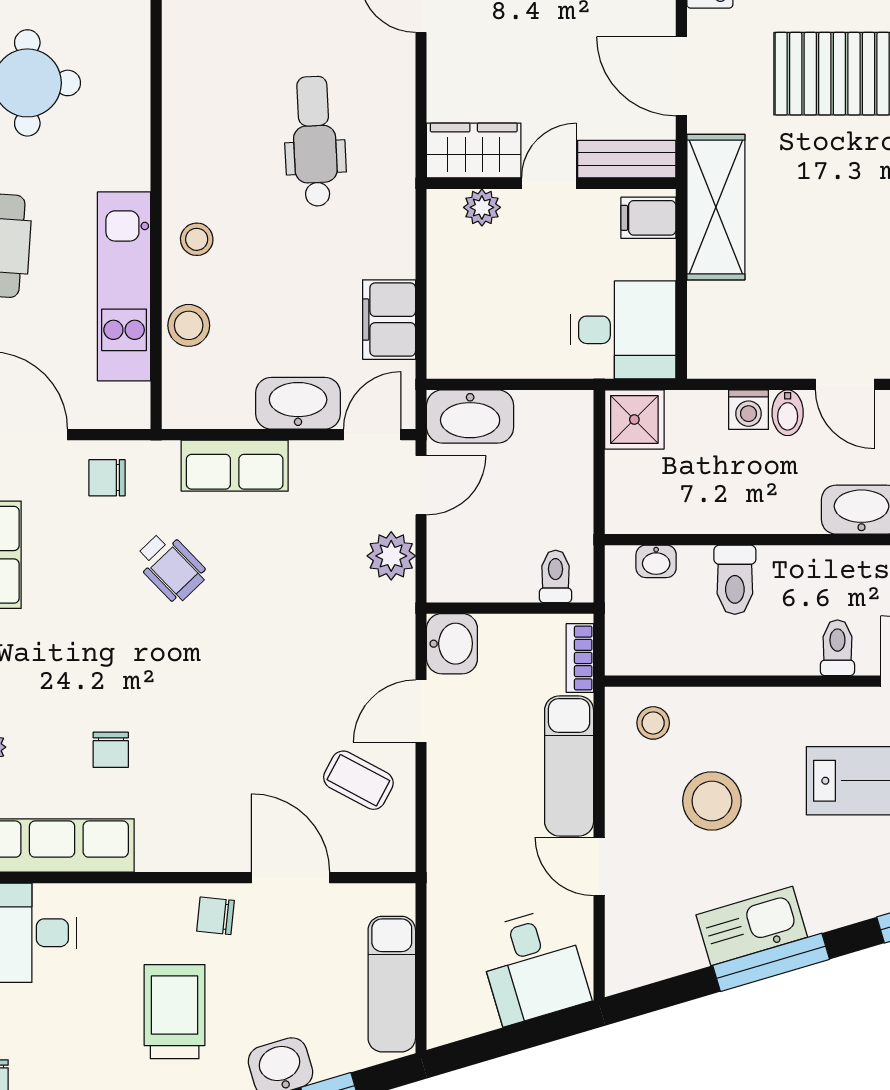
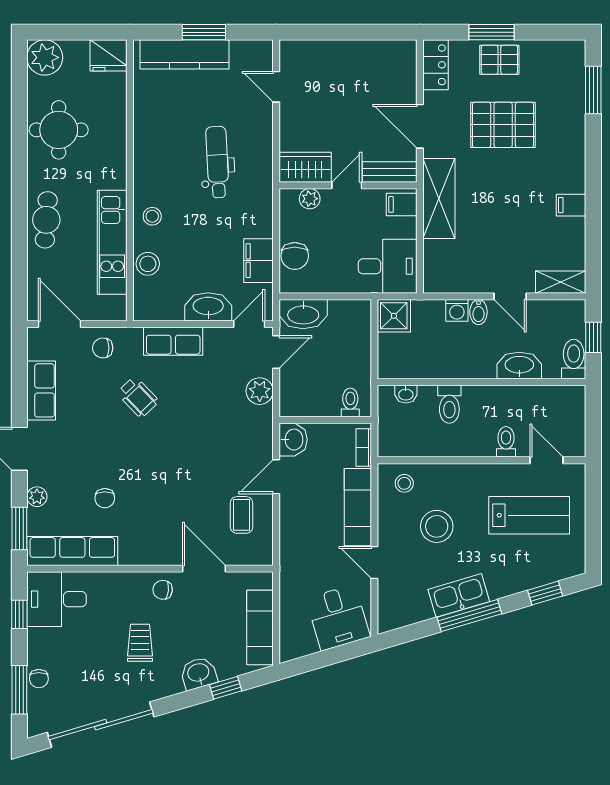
chair: (455, 311) -> (295, 256), added
coffee table: (358, 780) -> (242, 515), turned 62
trolley: (175, 1012) -> (140, 643), width x0.73, depth x0.72

